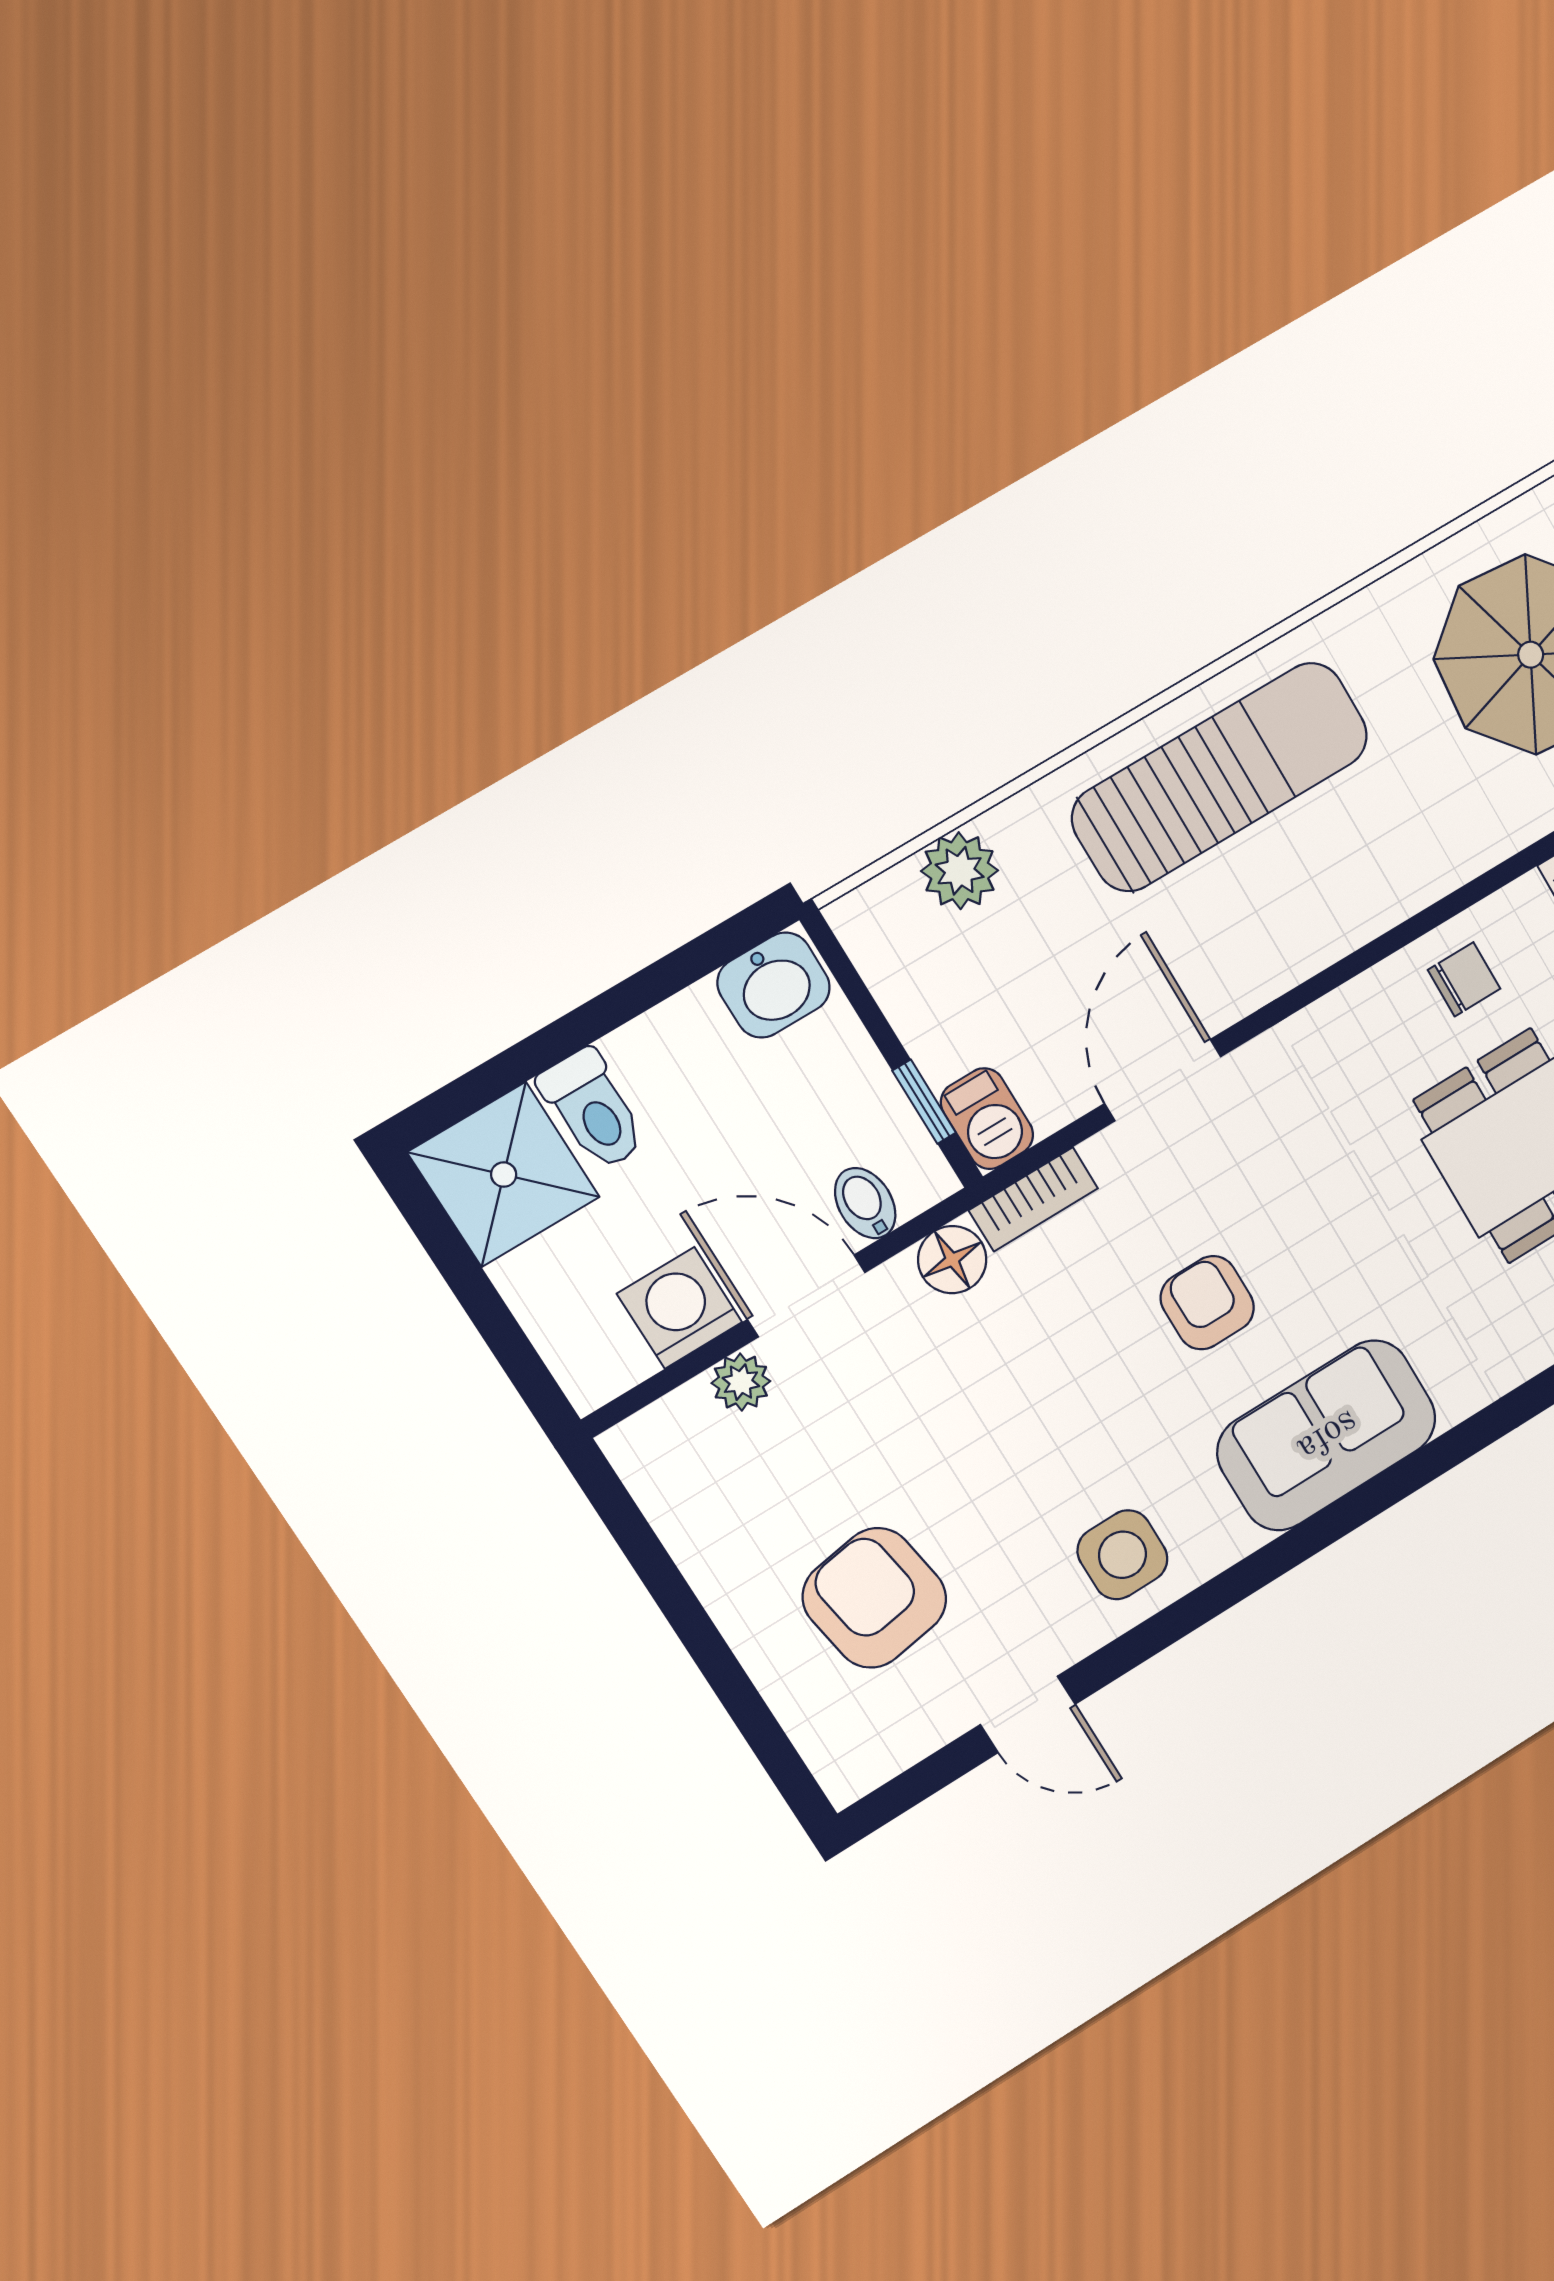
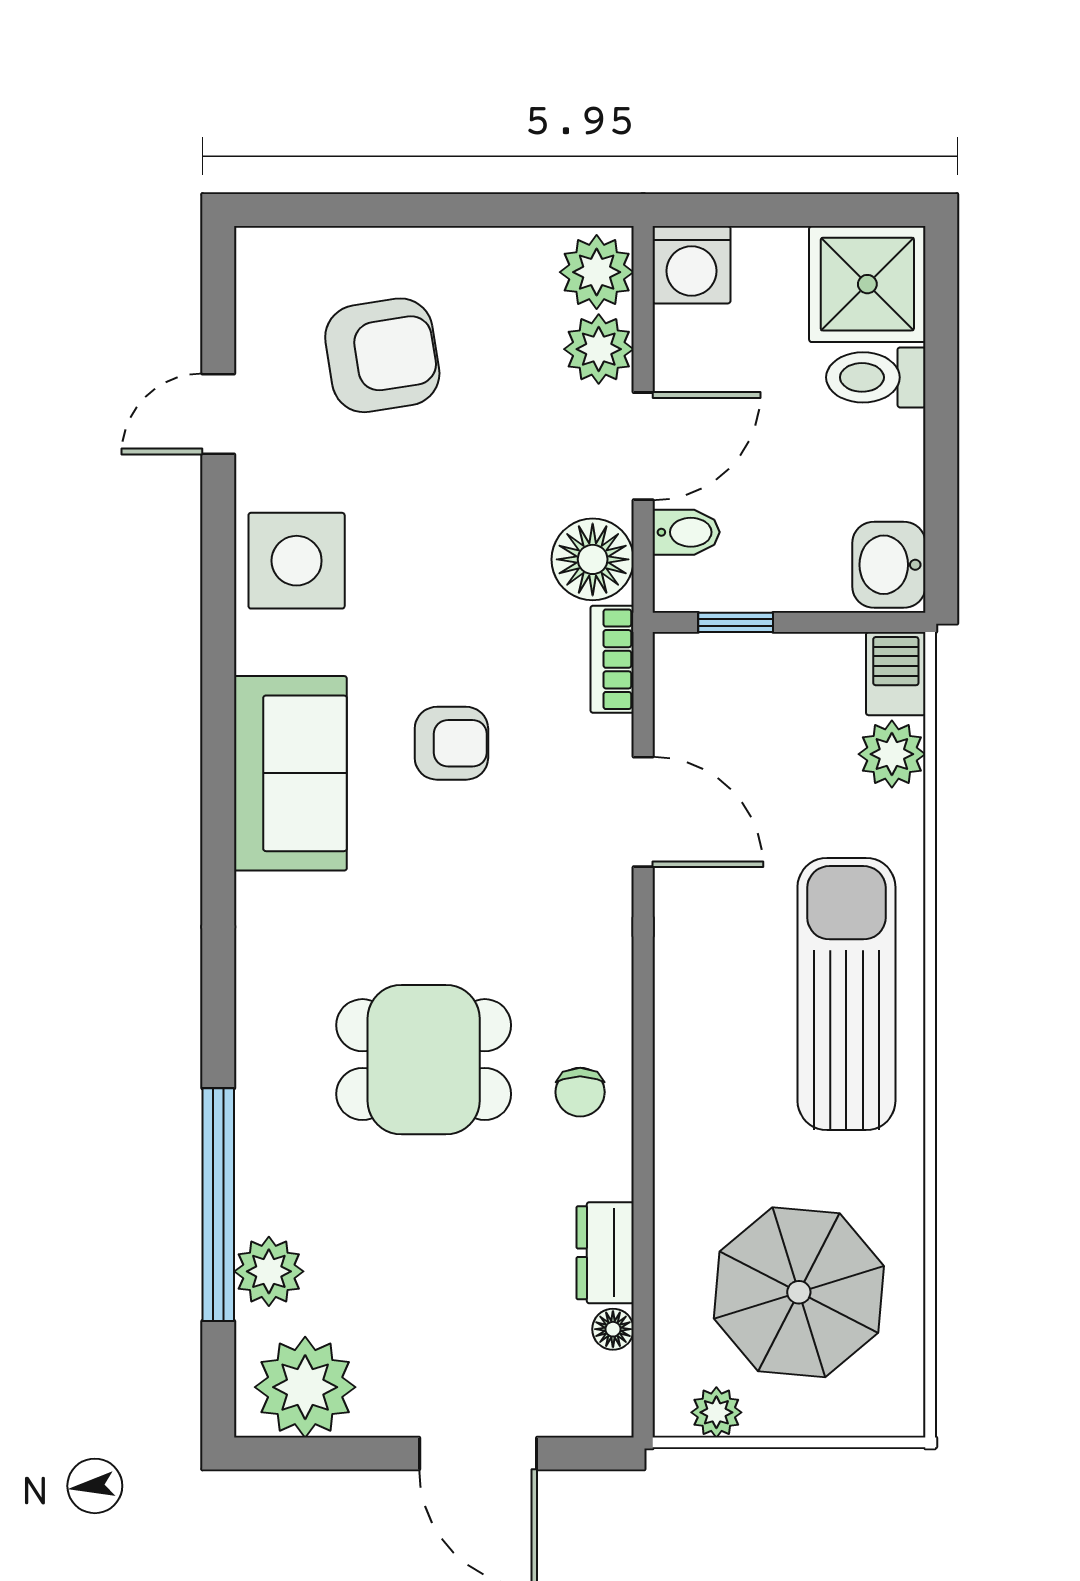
sun lounger: (1220, 777) -> (846, 994), turned 180
barbecue: (987, 1119) -> (896, 674), moved, turned 90
floor lamp: (952, 1260) -> (593, 559), width x1.38, depth x1.38
washing machine: (680, 1308) -> (691, 265), moved, turned 90
plant: (741, 1382) -> (599, 349), width x1.38, depth x1.38
plant: (662, 1446) -> (597, 272), added
side table: (1122, 1555) -> (297, 561), width x1.37, depth x1.37

